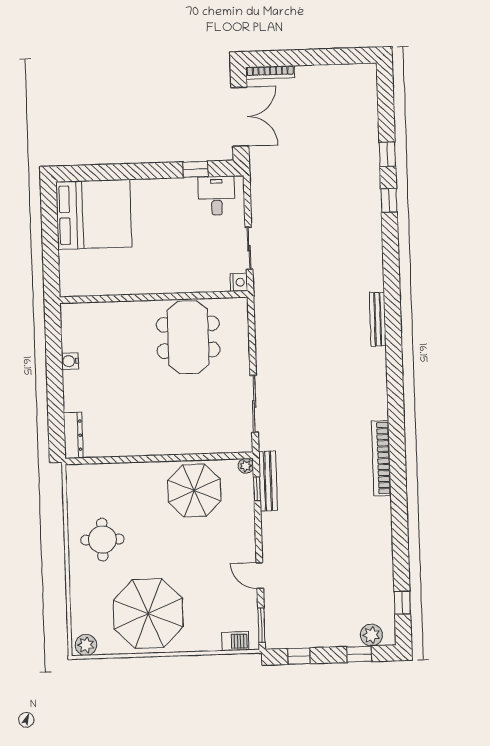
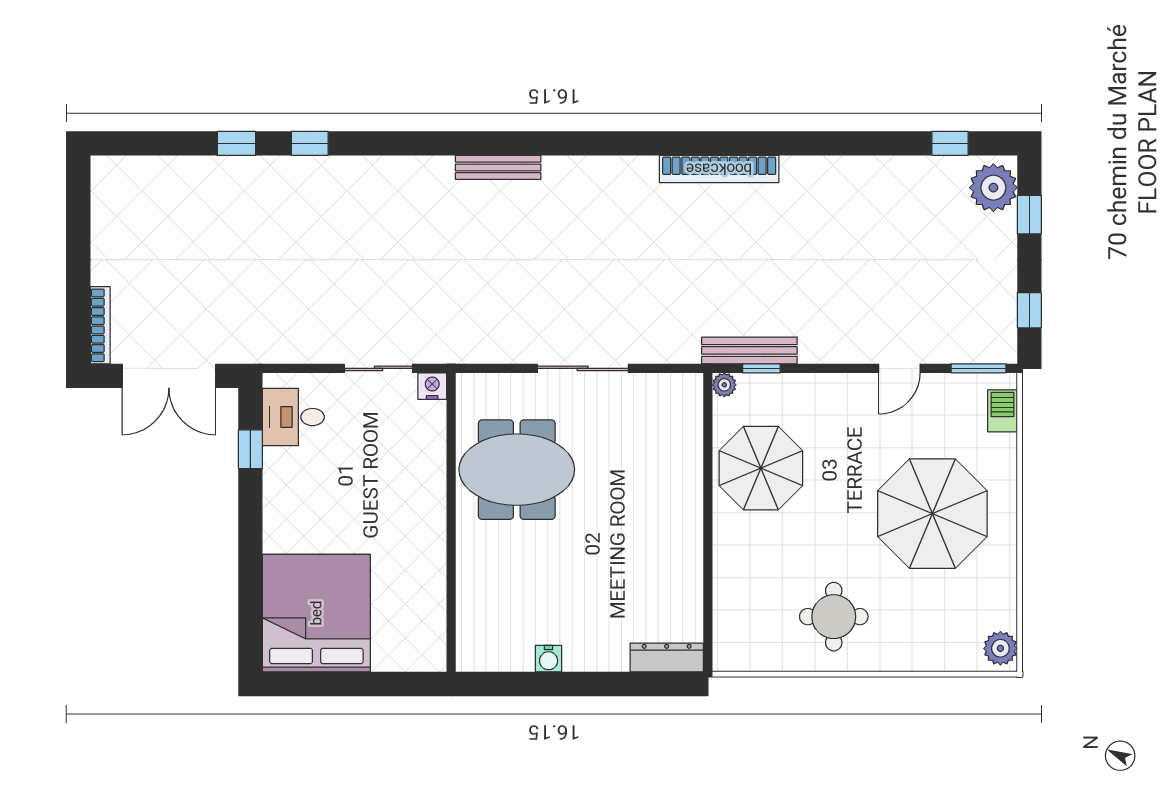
double door: (240, 117) -> (169, 376), swing flipped
sliding door: (254, 404) -> (583, 368), moved
parasol: (148, 614) -> (932, 514), moved
plant: (371, 635) -> (993, 188), width x1.36, depth x1.36

